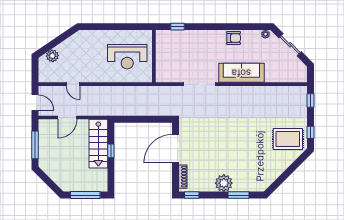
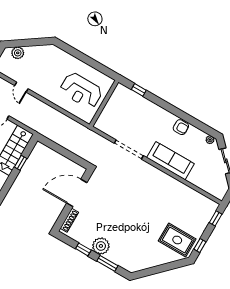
window: (192, 195) -> (83, 249), moved

